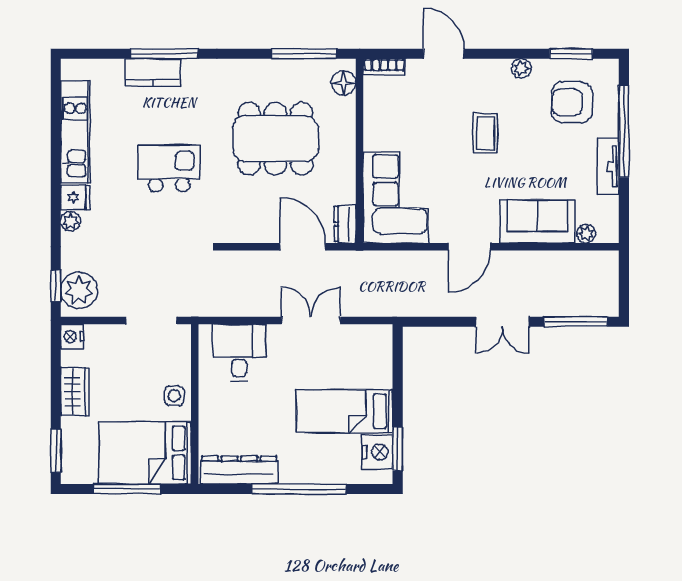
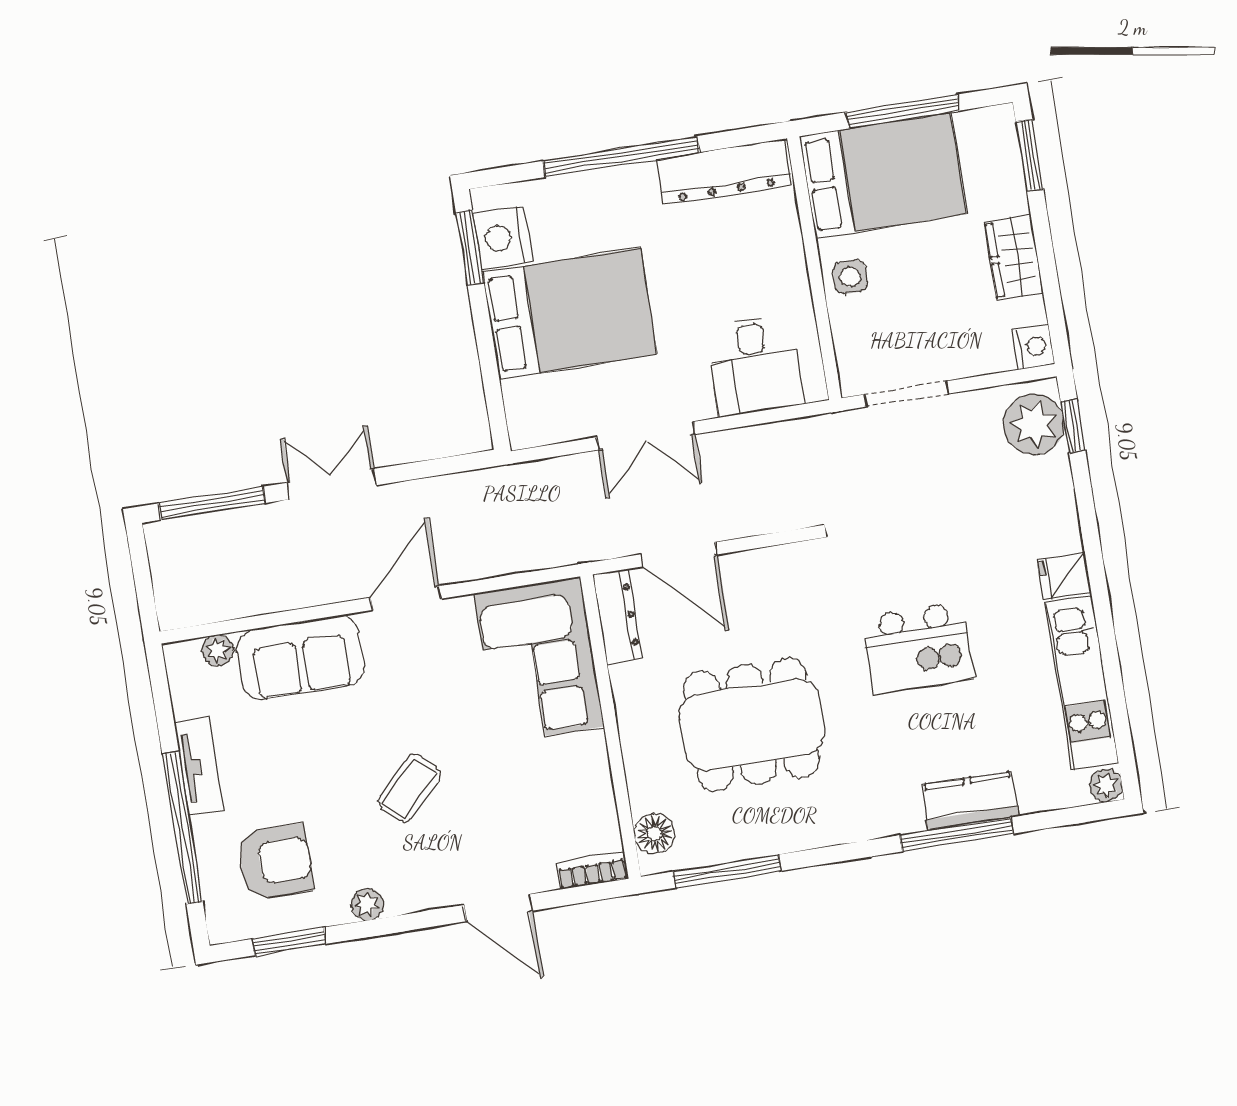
coffee table: (485, 133) -> (409, 788), turned 45
plant: (71, 221) -> (1106, 785), moved
dresser: (345, 224) -> (617, 617), width x1.44
bed: (345, 411) -> (570, 314), width x1.50

